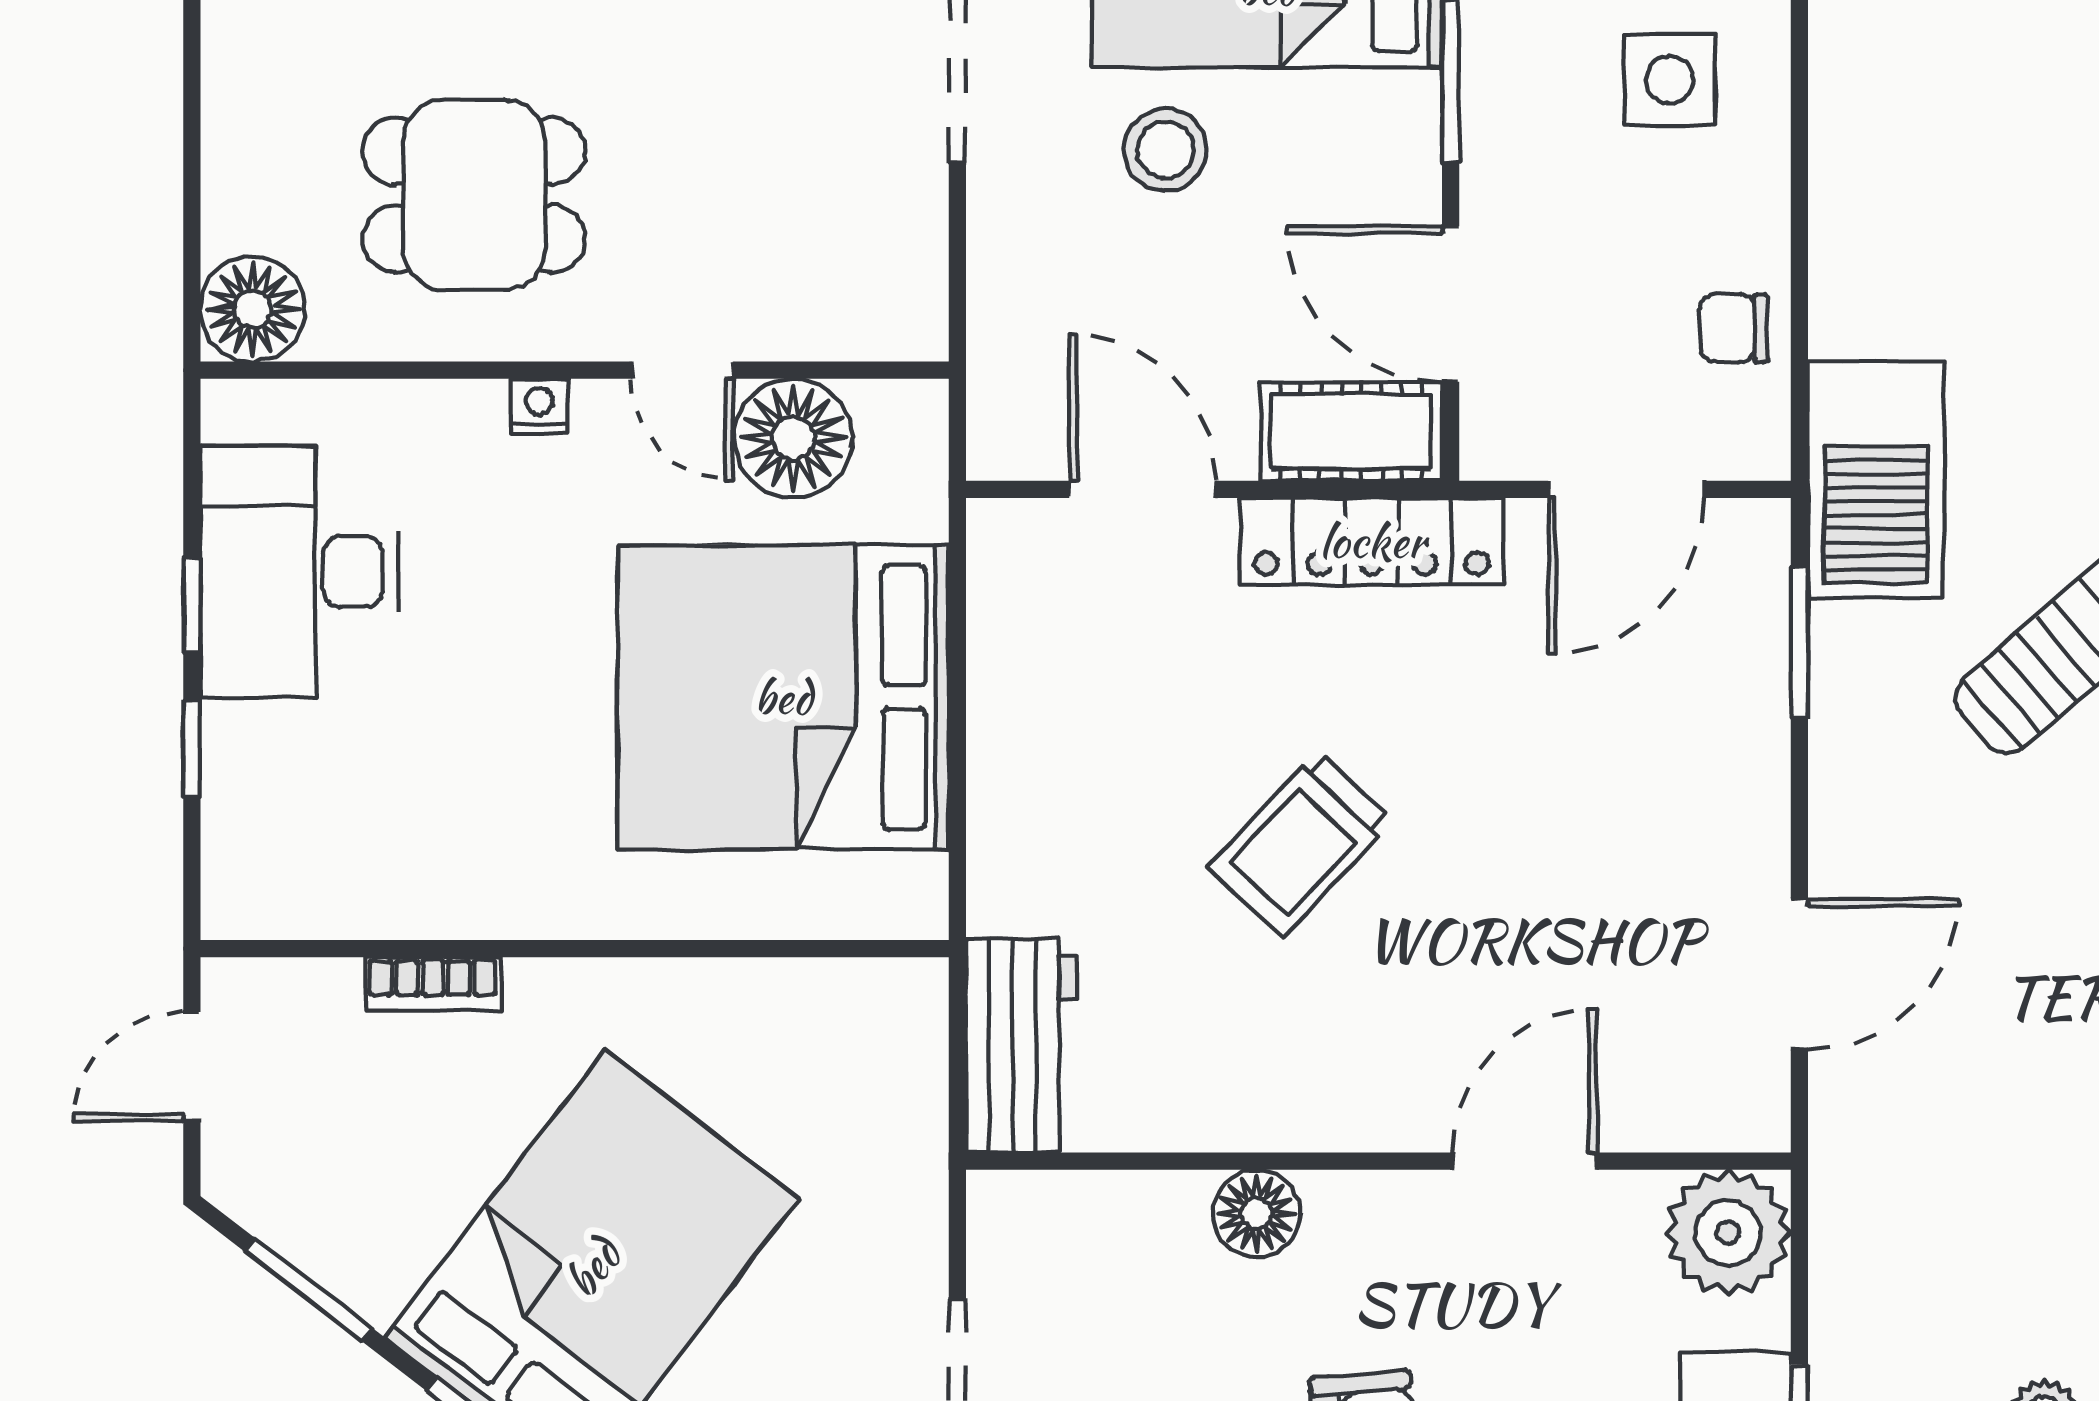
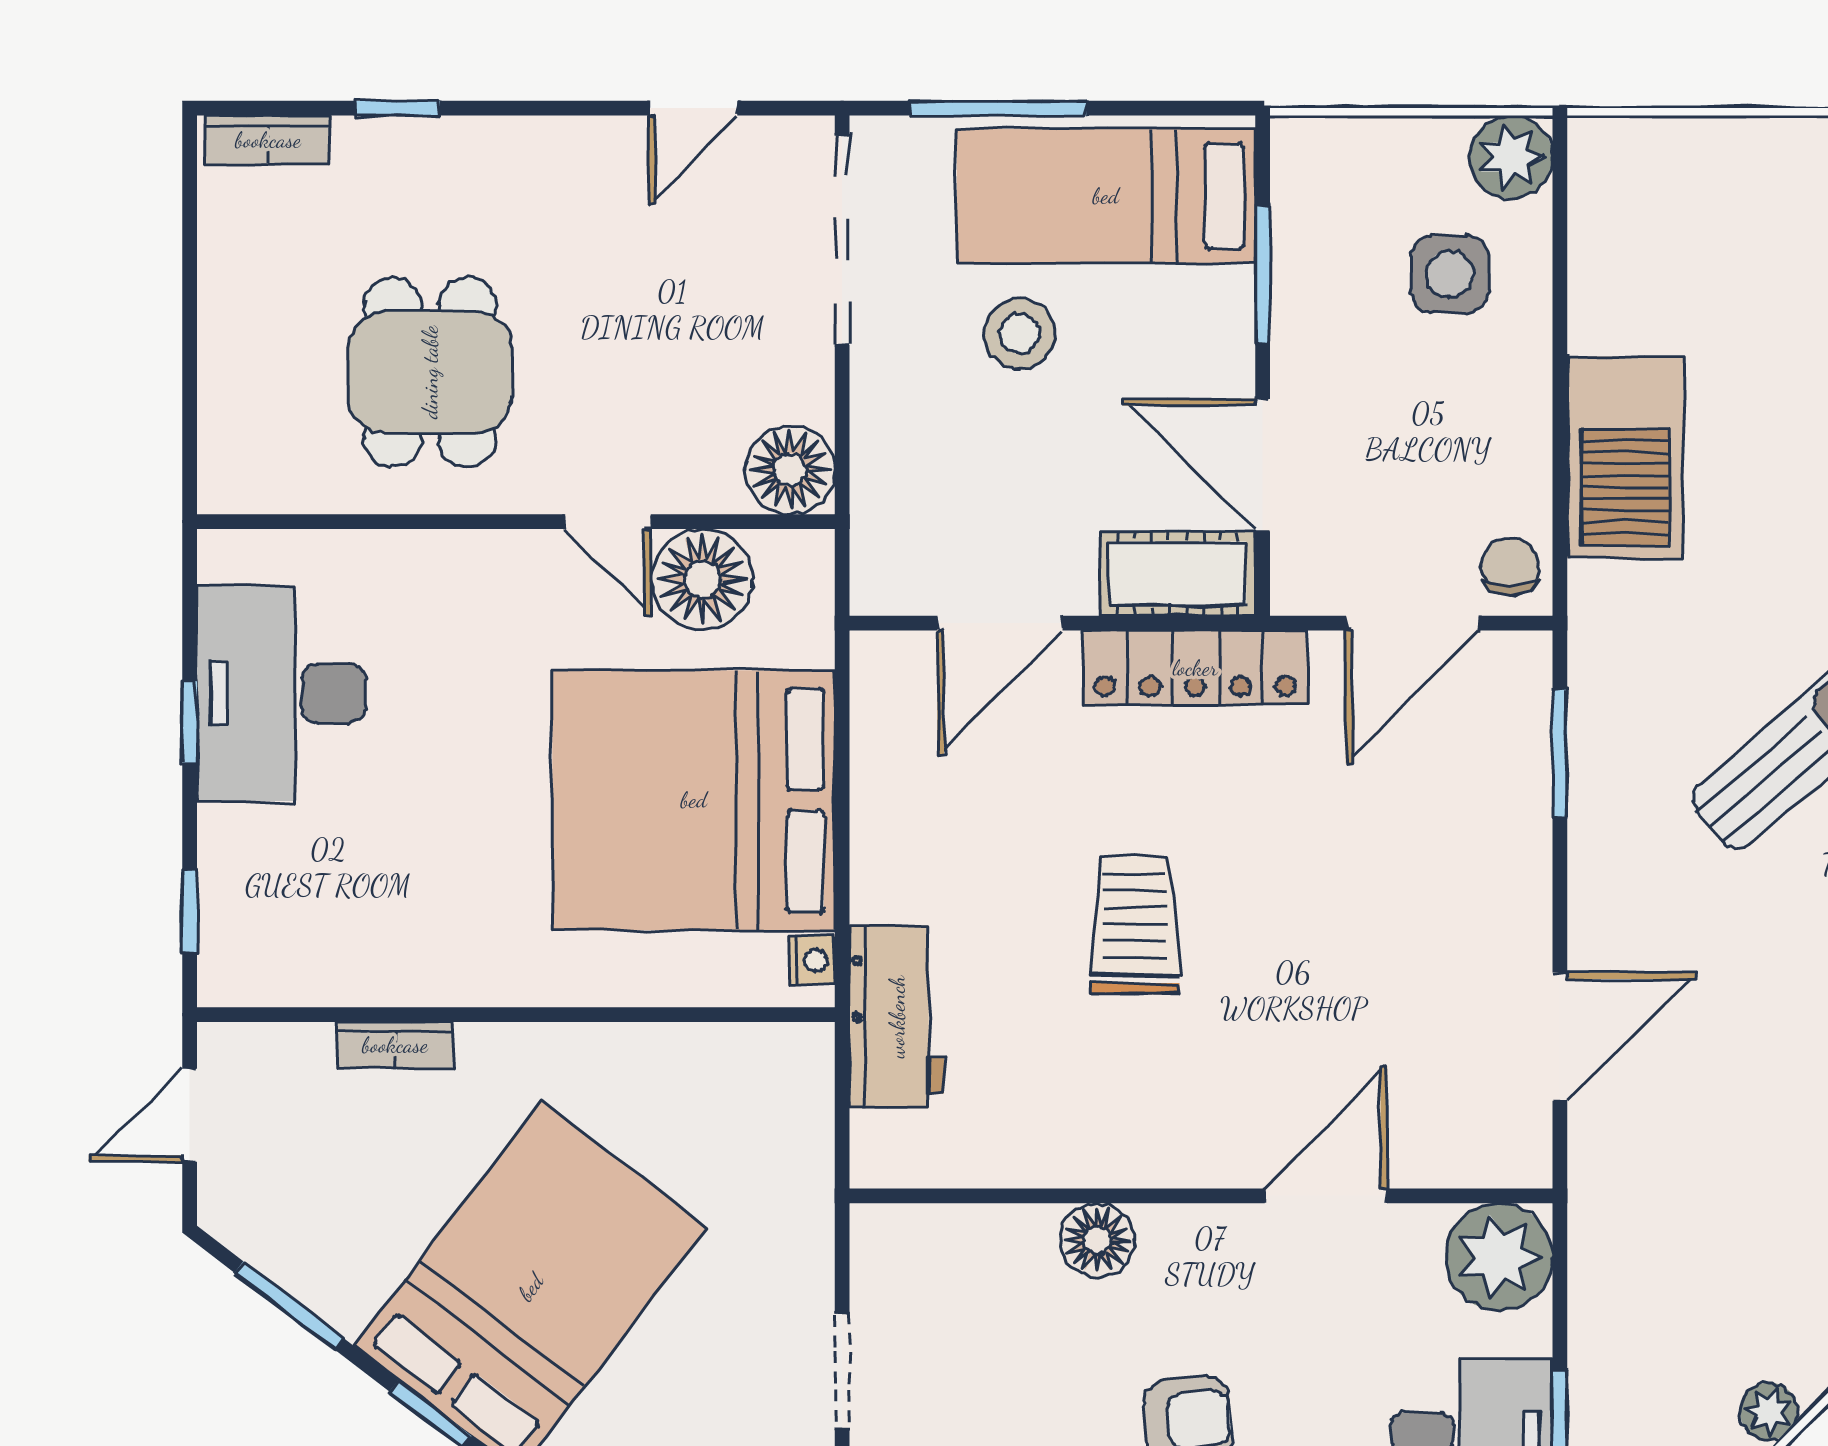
dining table: (474, 195) -> (430, 372), turned 90
floor lamp: (253, 309) -> (790, 470), moved
chair: (1734, 328) -> (1510, 567), moved, turned 90
nightstand: (539, 406) -> (812, 960), moved, turned 90
barbecue: (1876, 479) -> (1625, 457), moved
door: (1142, 489) -> (1000, 623), swing flipped
window: (192, 748) -> (190, 912), moved
trolley: (1301, 844) -> (1135, 925), turned 137
workbench: (1021, 1046) -> (897, 1017), moved

